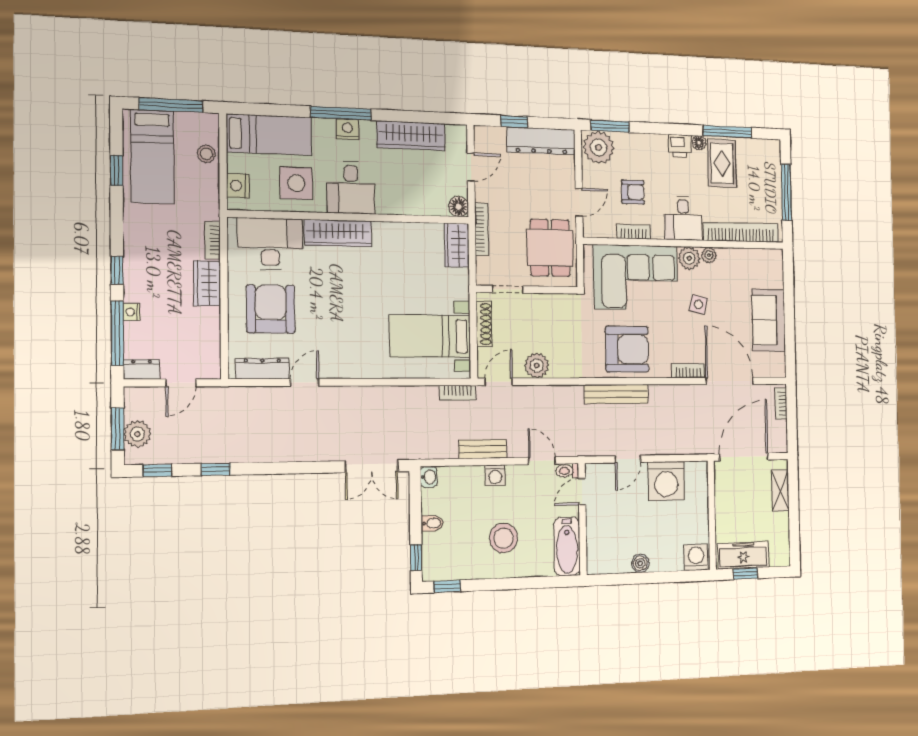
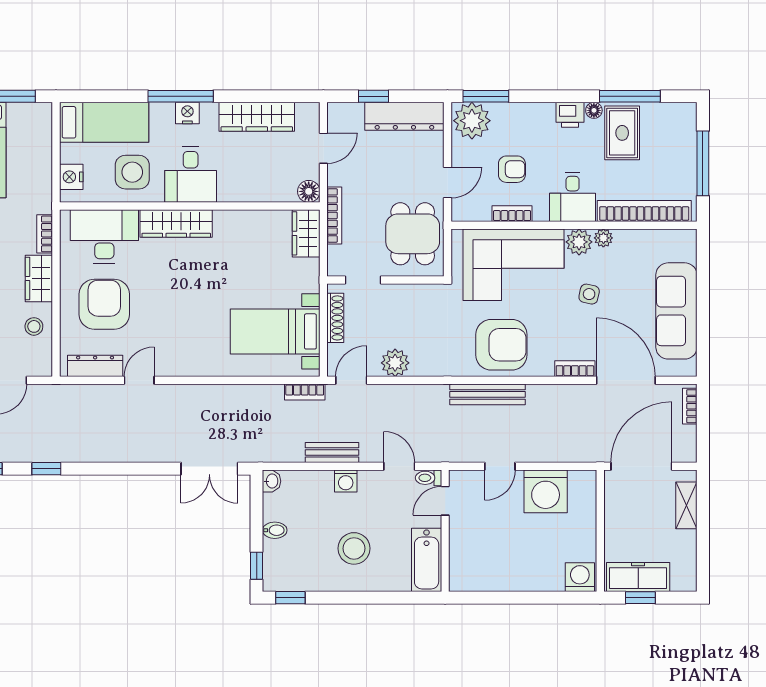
stool: (206, 154) -> (34, 326), moved
sofa: (769, 320) -> (676, 311), width x1.36
boiler: (640, 563) -> (512, 581), removed

